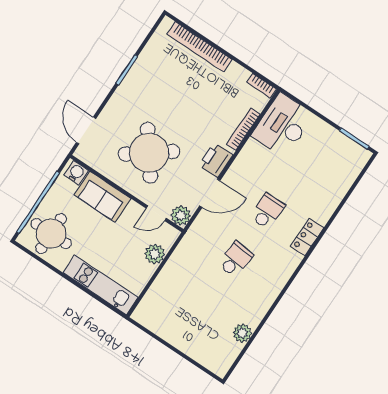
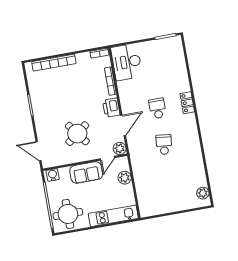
round table: (149, 153) -> (77, 134), width x0.73, depth x0.73
sofa: (102, 197) -> (86, 172), moved
plant: (242, 333) -> (203, 193), moved

